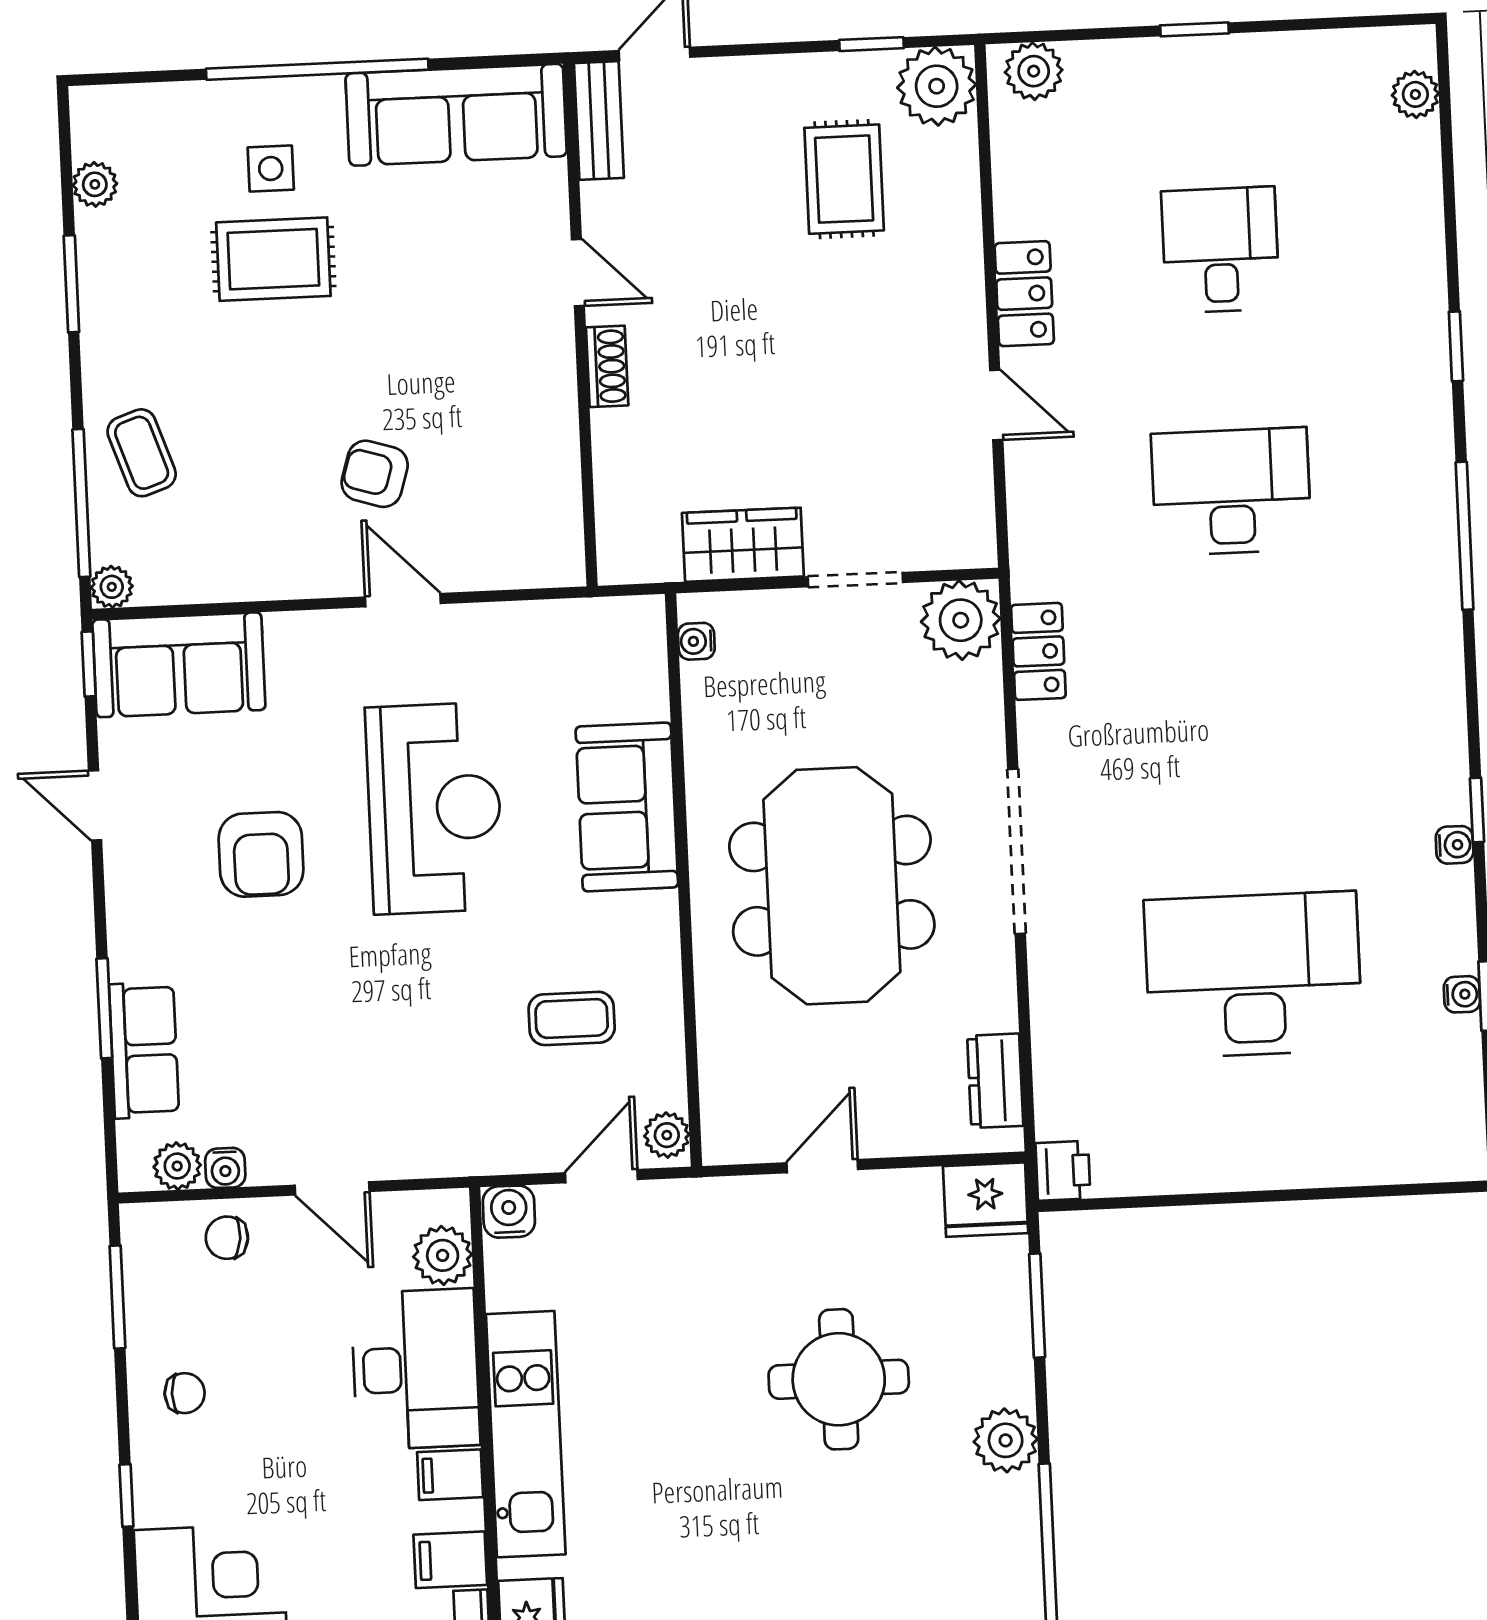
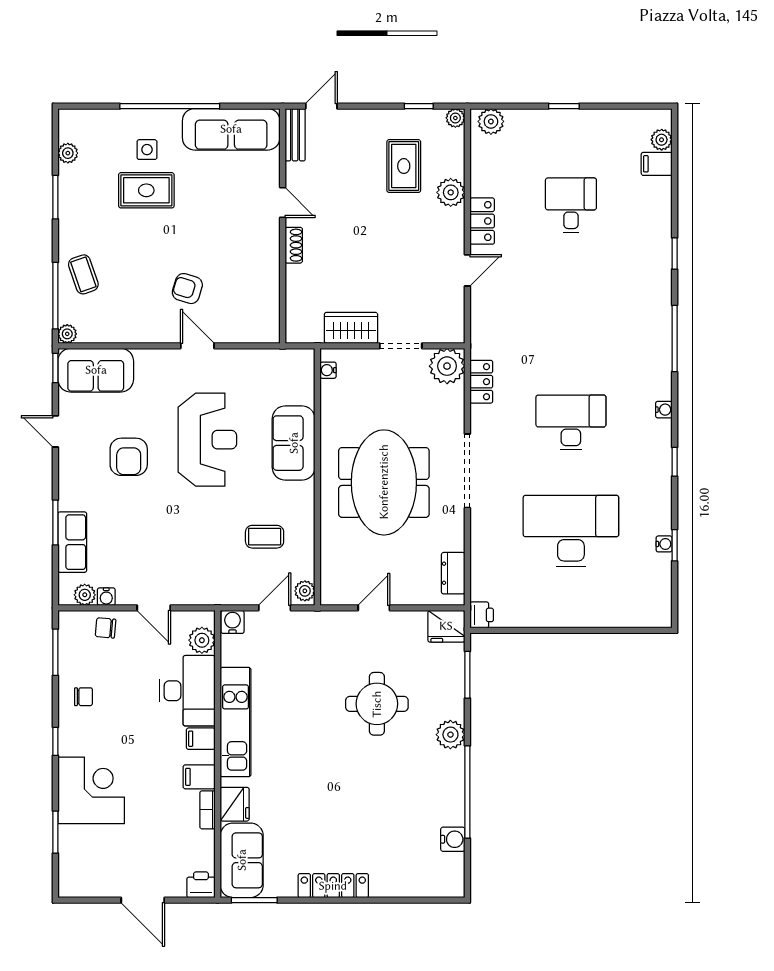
plant: (937, 86) -> (455, 118), width x0.53, depth x0.53
filing cabinet: (1407, 149) -> (657, 164), added
plant: (951, 233) -> (451, 192), added
door: (996, 405) -> (467, 270), hinge flipped
desk: (1231, 492) -> (571, 423), moved
water cooler: (1455, 845) -> (664, 410), moved

